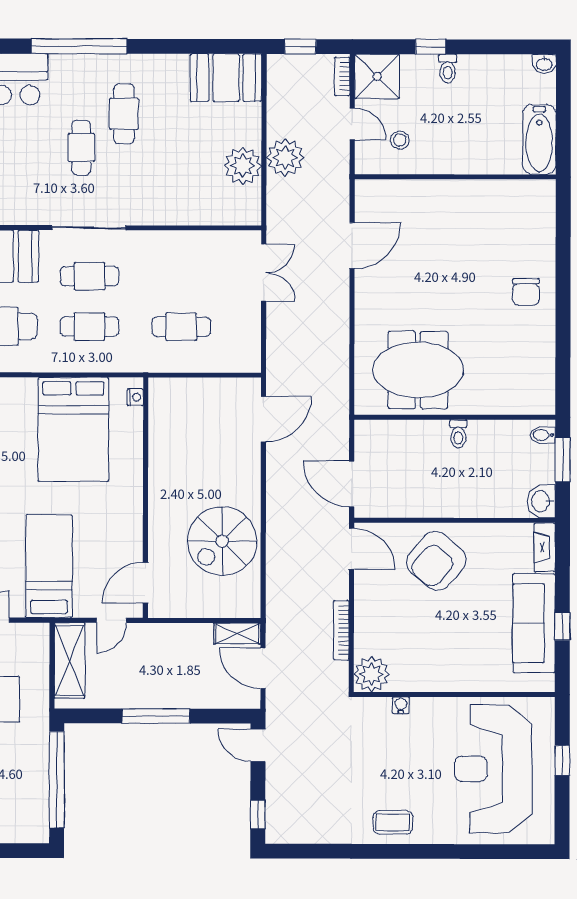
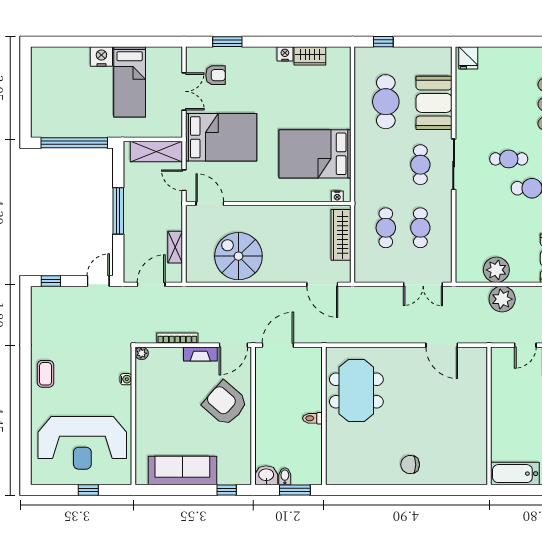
stool: (400, 140) -> (514, 378), removed
cafe table: (89, 326) -> (420, 228), moved
wardrobe: (192, 392) -> (341, 235), added
bidet: (543, 435) -> (285, 476), moved
fireplace: (545, 547) -> (200, 354), moved, turned 180
bed: (49, 566) -> (221, 137), width x1.50
window: (562, 626) -> (227, 490), moved
shelving: (237, 633) -> (175, 247), moved
plant: (371, 674) -> (142, 353), width x0.53, depth x0.53
reception desk: (493, 769) -> (82, 443), turned 180

